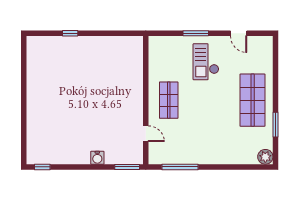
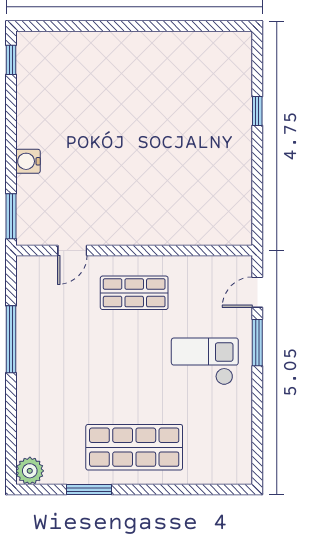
door: (239, 33) -> (257, 292), moved
window: (180, 167) -> (11, 339), moved

